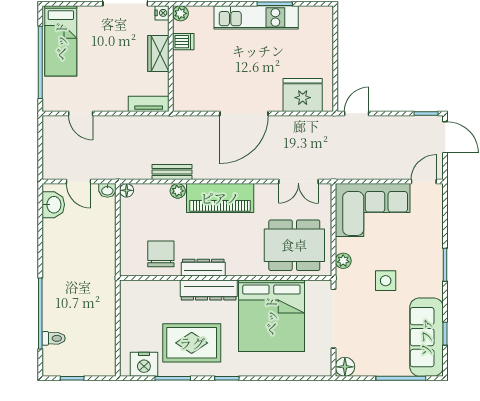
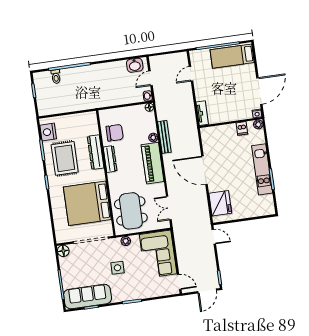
wardrobe: (158, 53) -> (233, 115), removed
bench: (172, 172) -> (164, 137), width x1.36
dresser: (209, 290) -> (96, 152), moved

